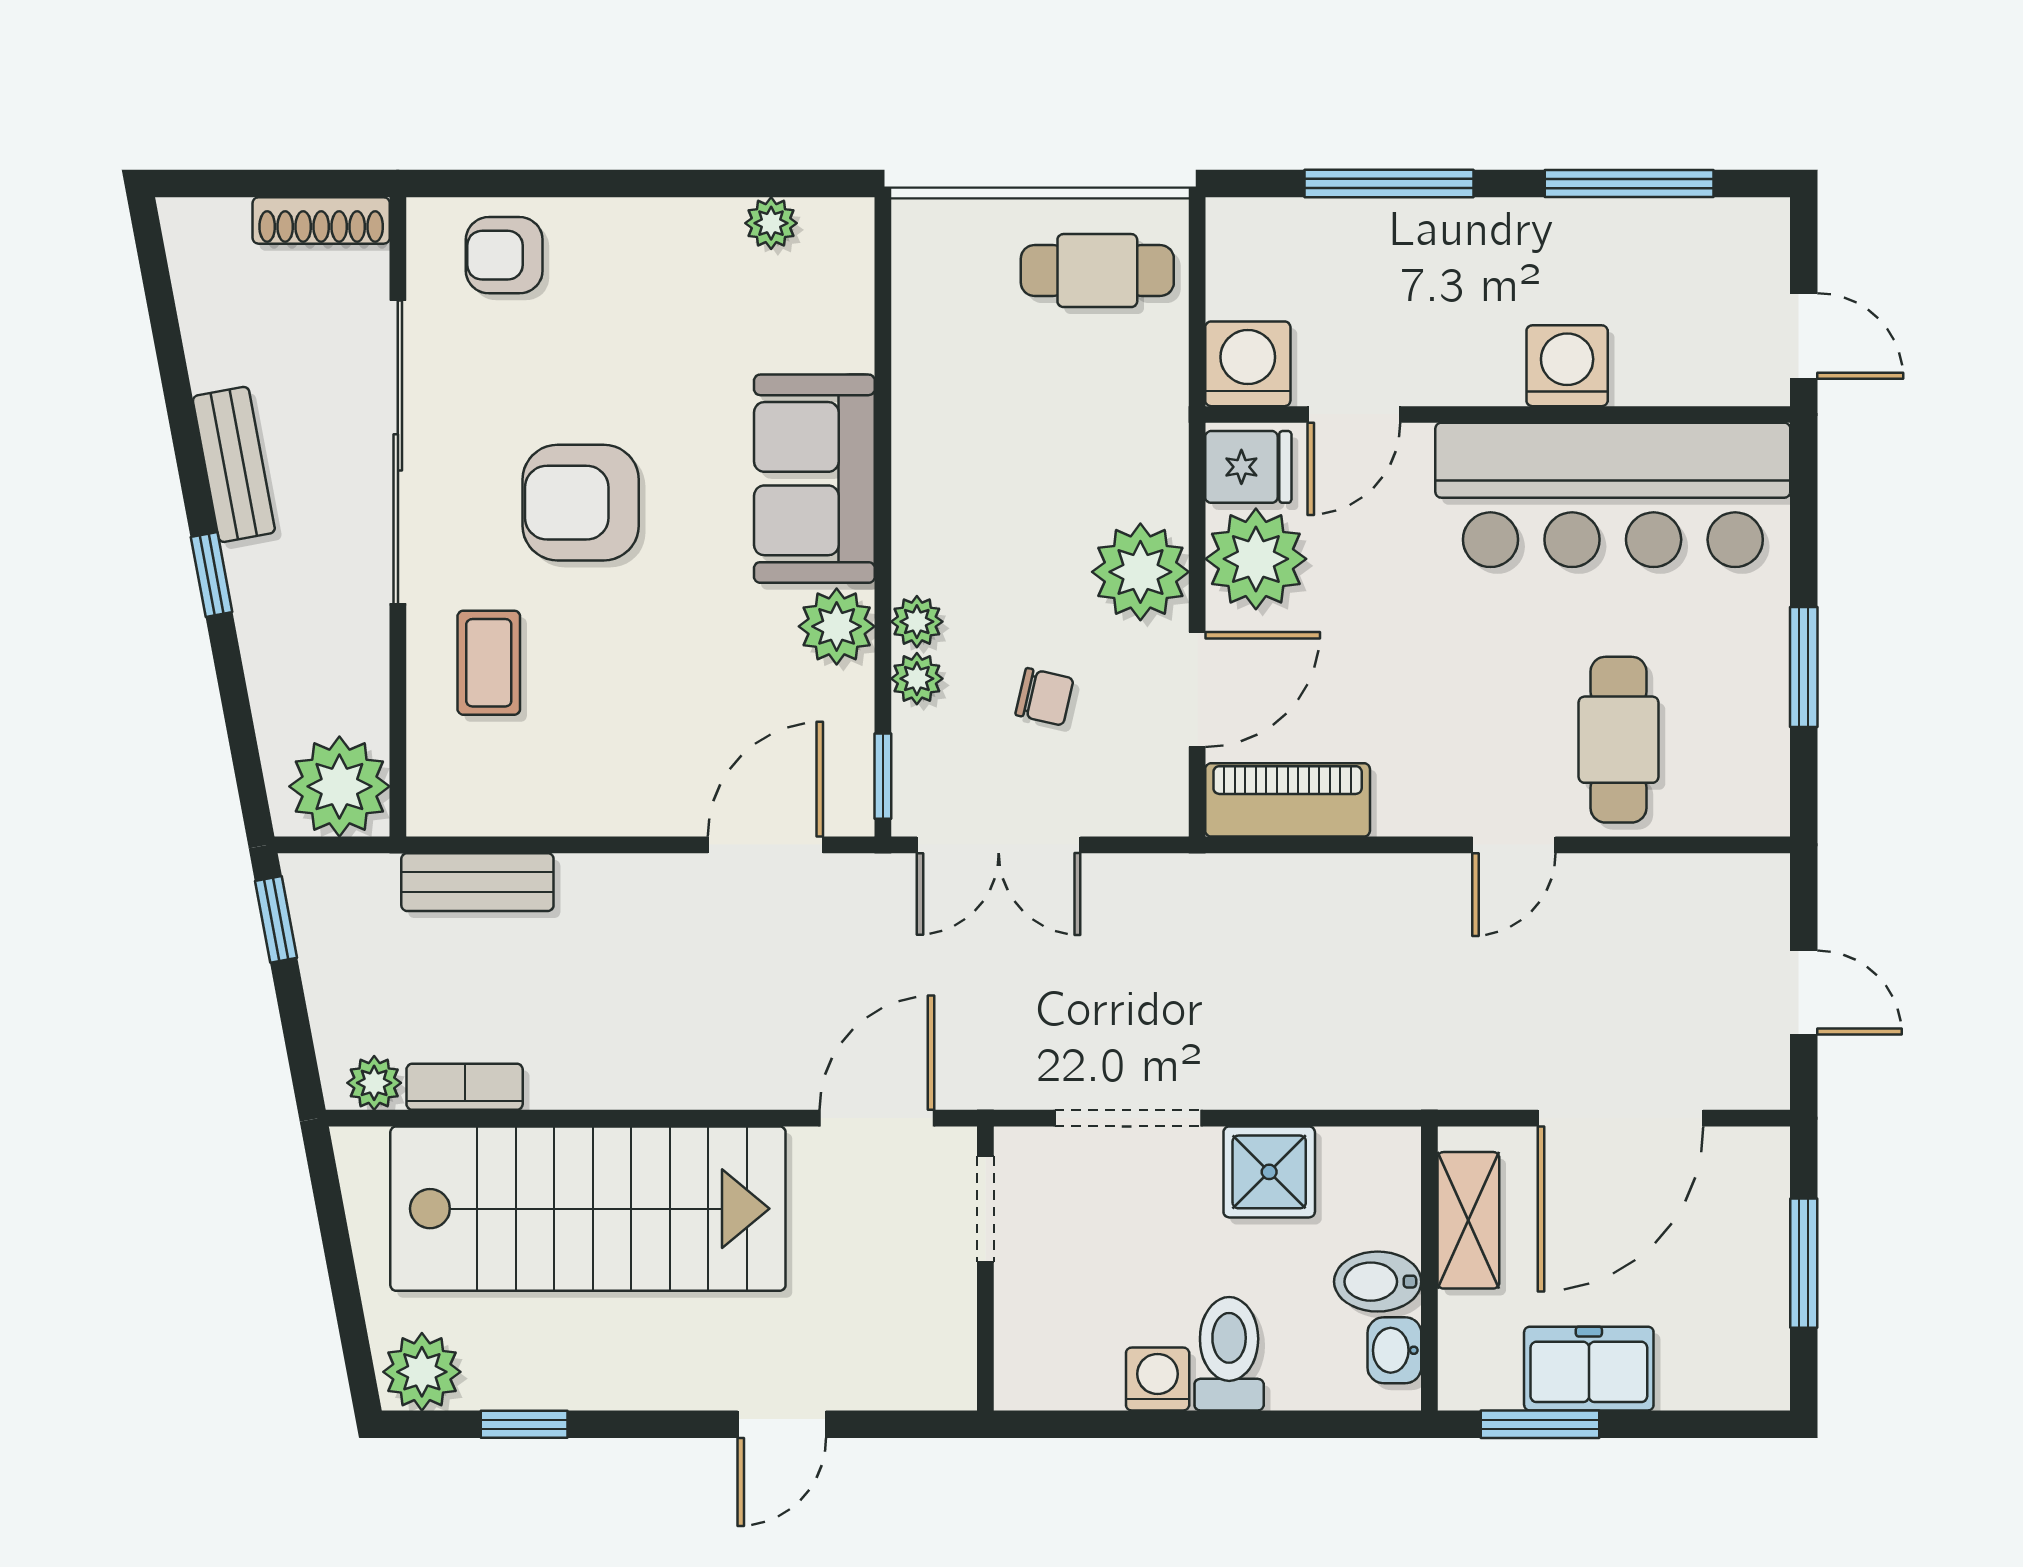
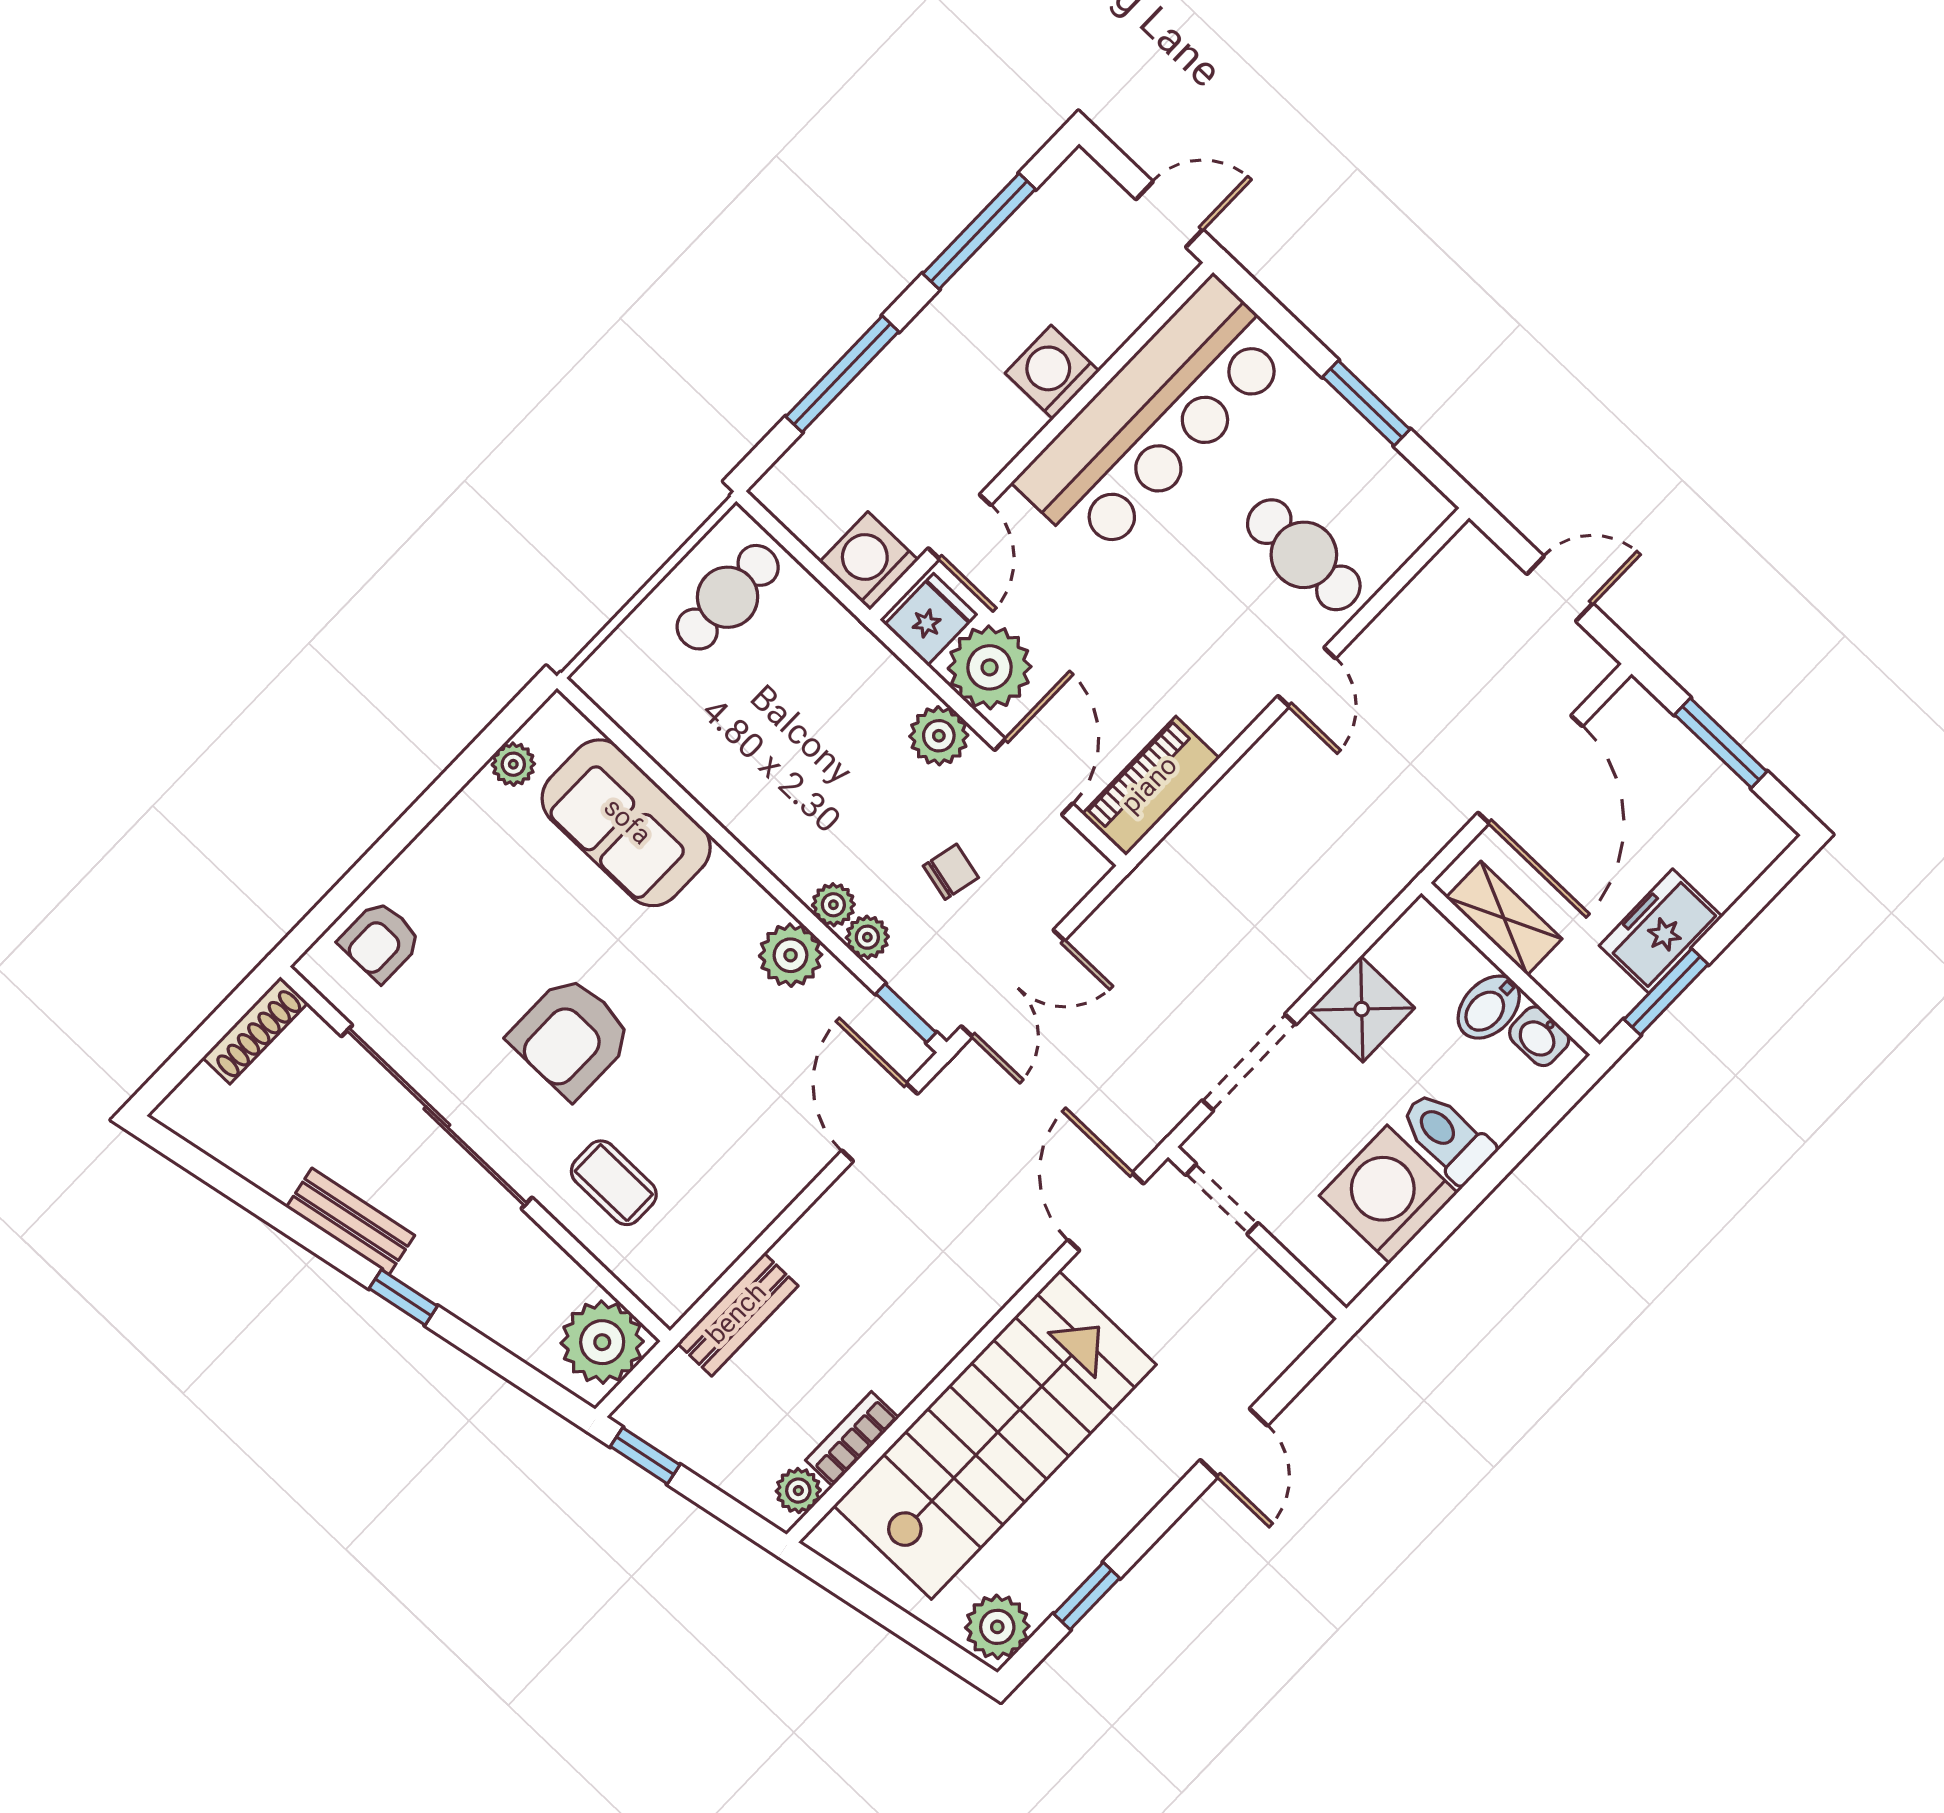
sofa: (814, 479) -> (626, 823), moved
plant: (1140, 572) -> (939, 736), width x0.73, depth x0.73
washing machine: (1158, 1379) -> (1388, 1194), width x1.89, depth x1.89

